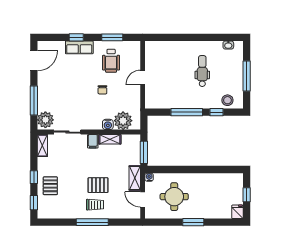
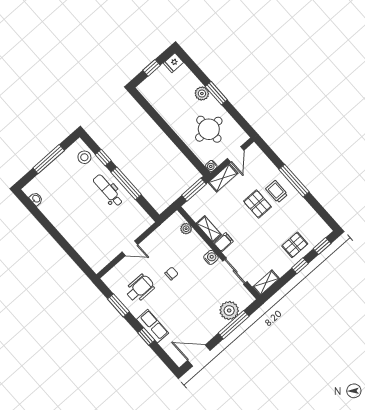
dental chair: (202, 71) -> (108, 190), moved, turned 90
plant: (45, 120) -> (229, 311), moved
plant: (123, 121) -> (186, 229), width x0.53, depth x0.53
water cooler: (108, 124) -> (211, 257), moved
plant: (201, 213) -> (202, 94), added

